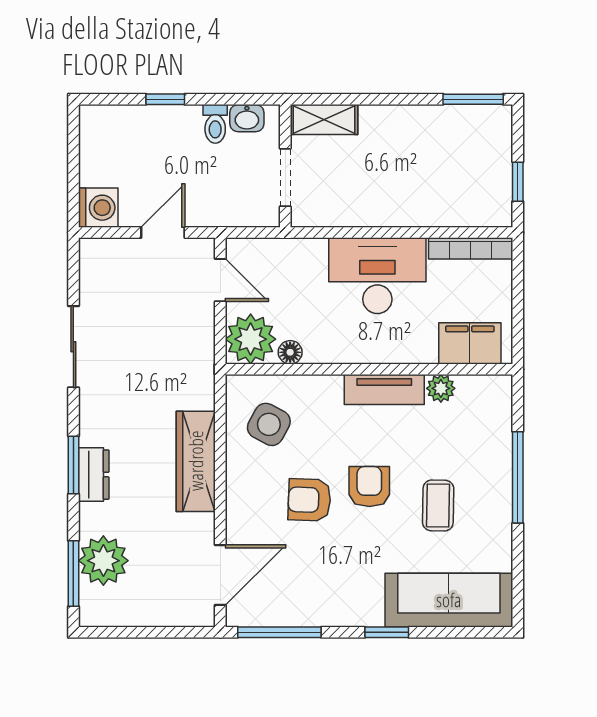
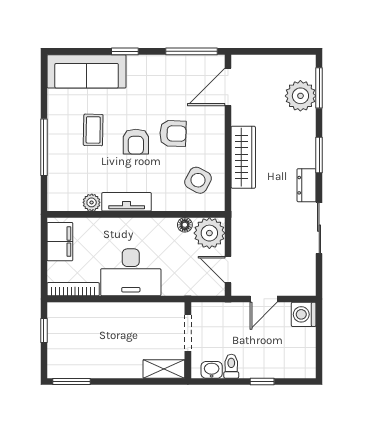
filing cabinet: (470, 343) -> (60, 242), moved, turned -90
dresser: (94, 475) -> (306, 185), moved

